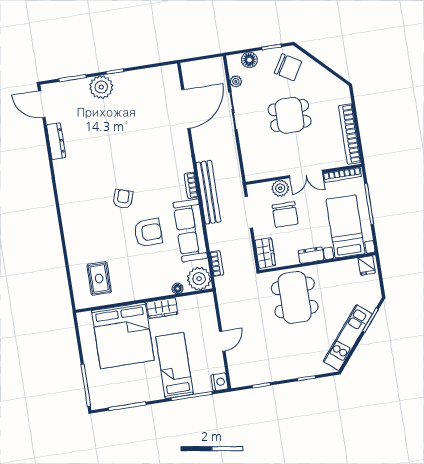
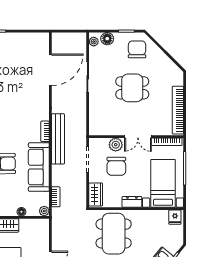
chair: (288, 67) -> (137, 49), turned -121
plant: (236, 81) -> (94, 42), moved
plant: (199, 279) -> (44, 211), width x0.53, depth x0.53

